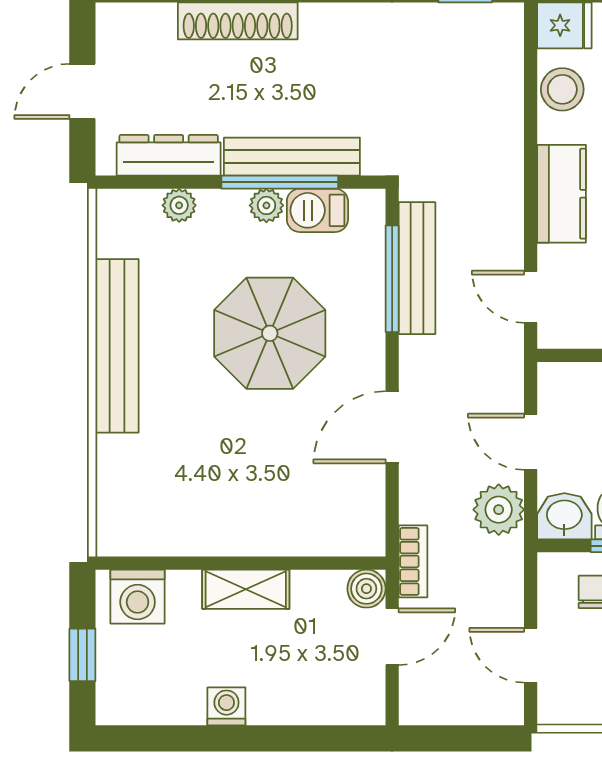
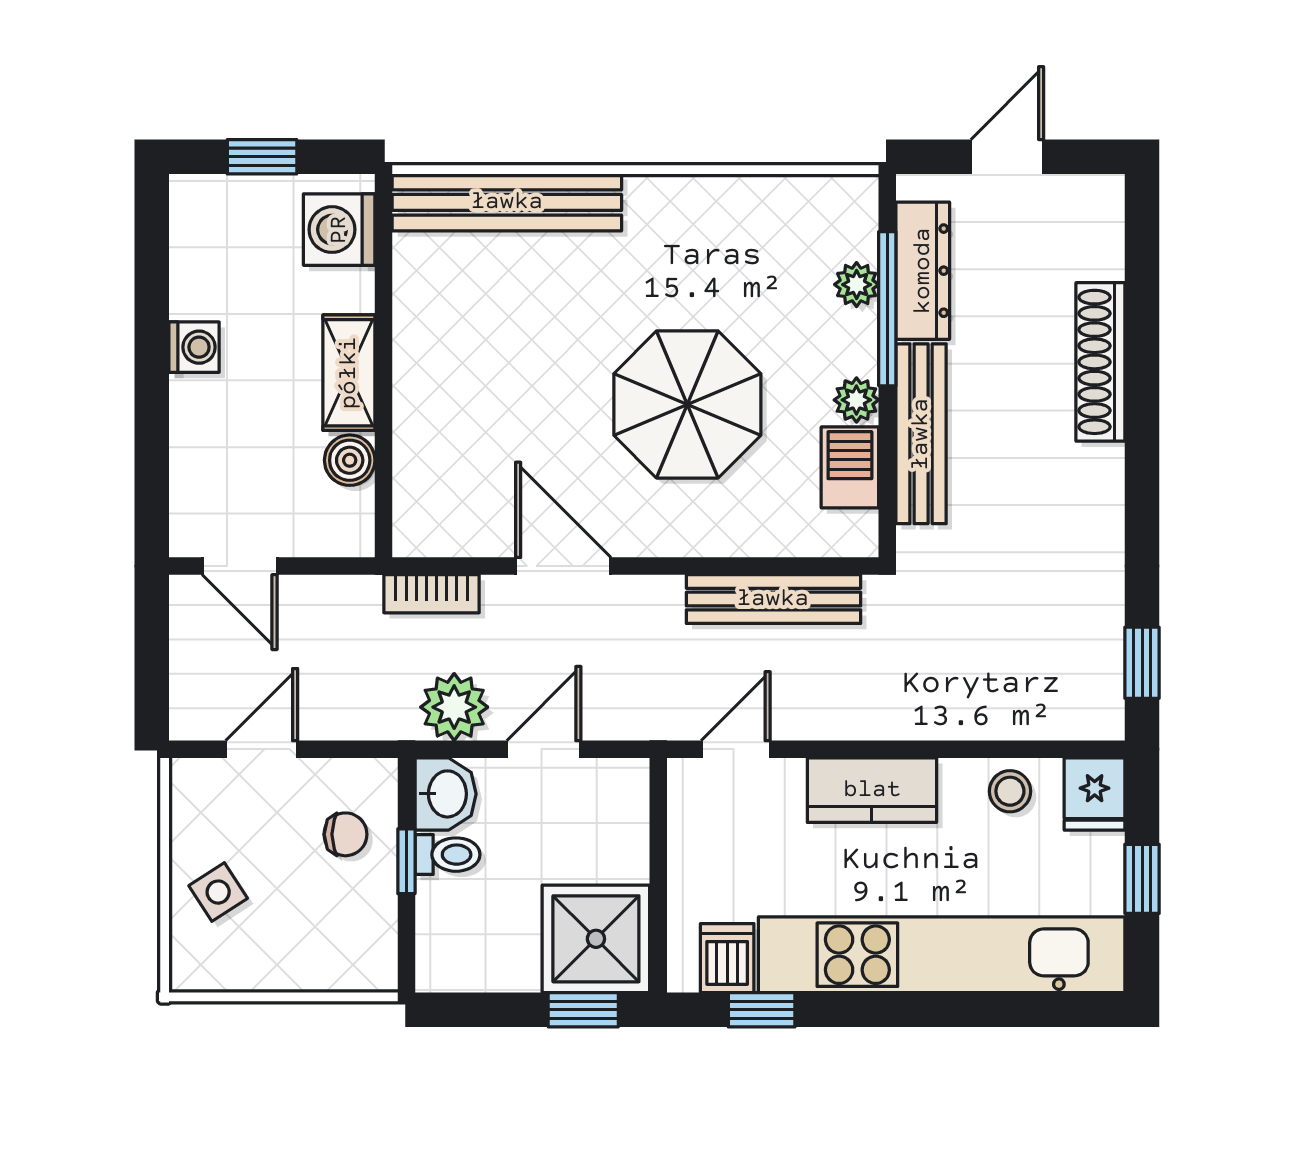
stool: (562, 89) -> (1010, 791), width x0.73, depth x0.73
door: (82, 91) -> (1007, 157), hinge flipped
window: (280, 182) -> (887, 309), moved
window: (392, 279) -> (760, 566), removed
bench: (117, 346) -> (507, 202), moved
bookcase: (413, 561) -> (431, 594), moved
boiler: (366, 589) -> (350, 460), moved
door: (392, 637) -> (240, 566), moved

